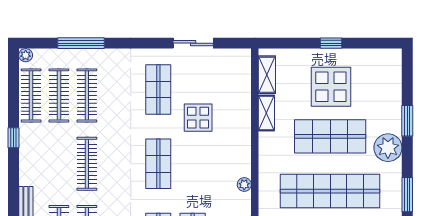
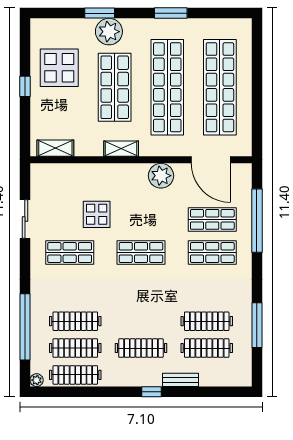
window: (81, 43) -> (25, 327), width x1.46
display table: (331, 87) -> (59, 68), moved
shelving: (266, 113) -> (121, 149), moved
window: (14, 138) -> (151, 392), moved
plant: (388, 148) -> (109, 32), moved
clothes rail: (87, 164) -> (141, 348), moved
plant: (244, 185) -> (161, 176), width x1.87, depth x1.87

